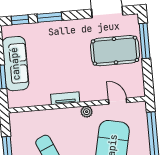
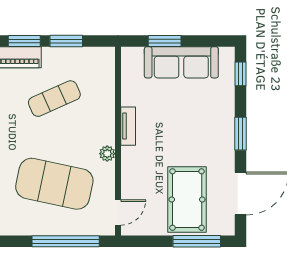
window: (50, 17) -> (240, 134), moved
door: (118, 101) -> (118, 212), moved

